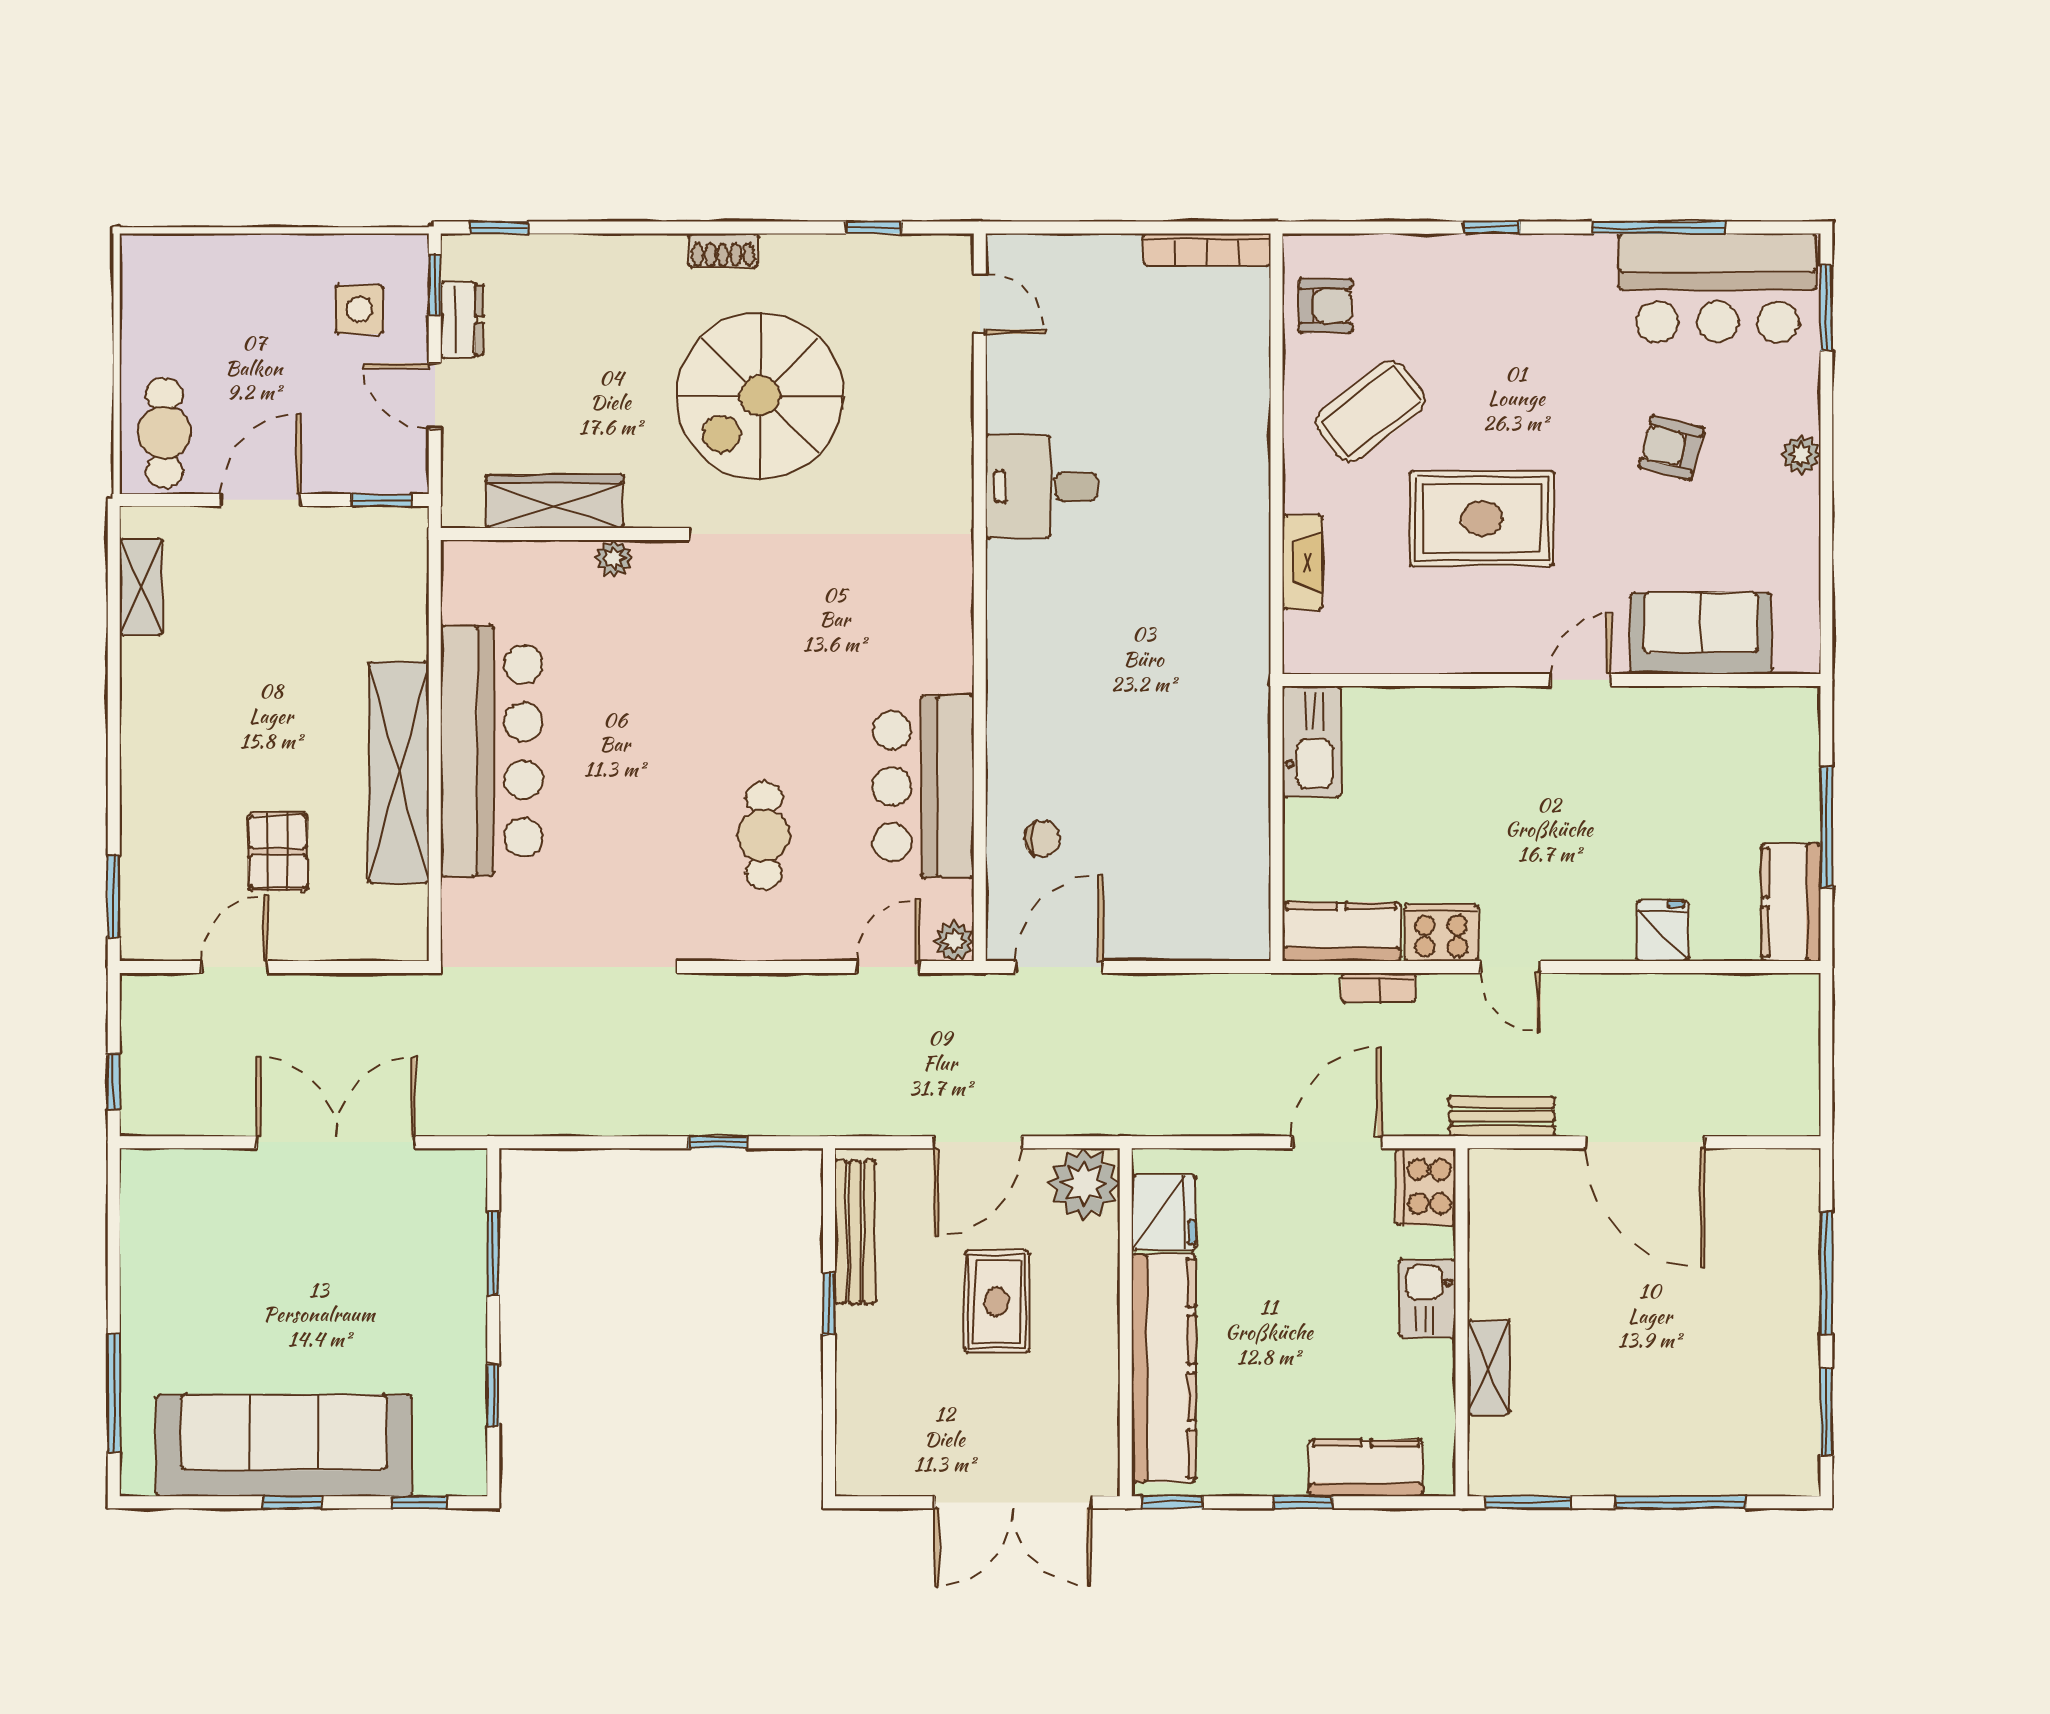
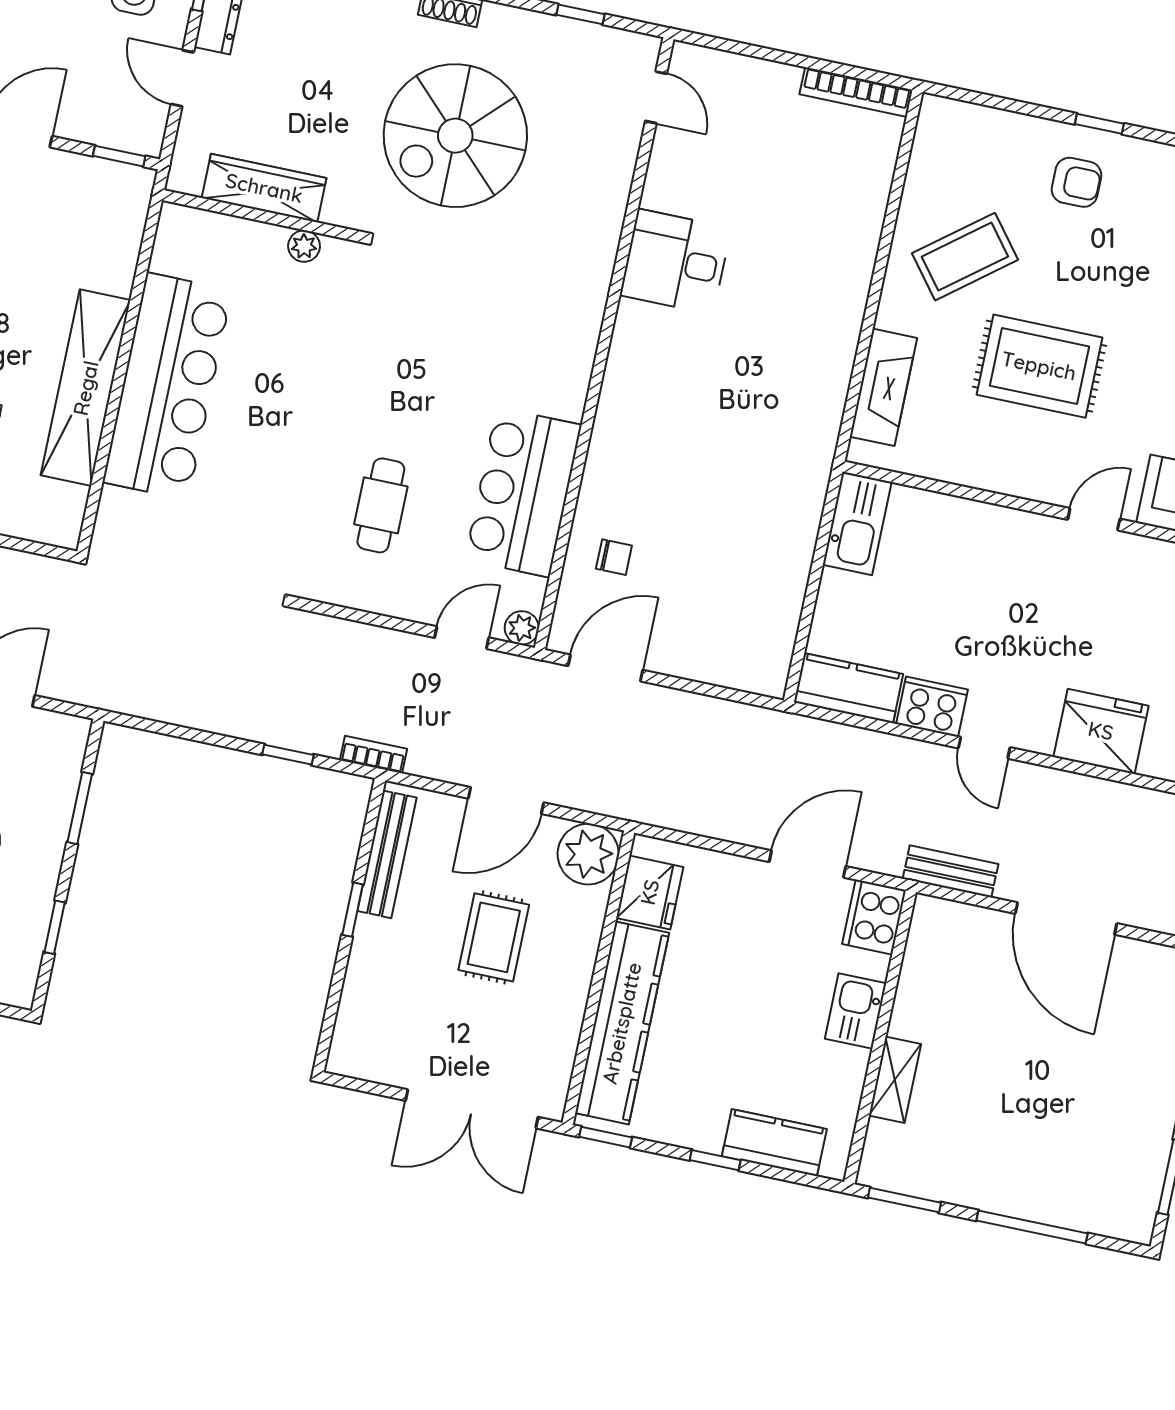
armchair: (1325, 306) -> (1076, 182), moved
fireplace: (1303, 563) -> (883, 387), width x1.37, depth x1.32
fridge: (1663, 931) -> (1101, 731), width x1.88, depth x1.34
bookcase: (1379, 988) -> (373, 754), moved, turned 180

